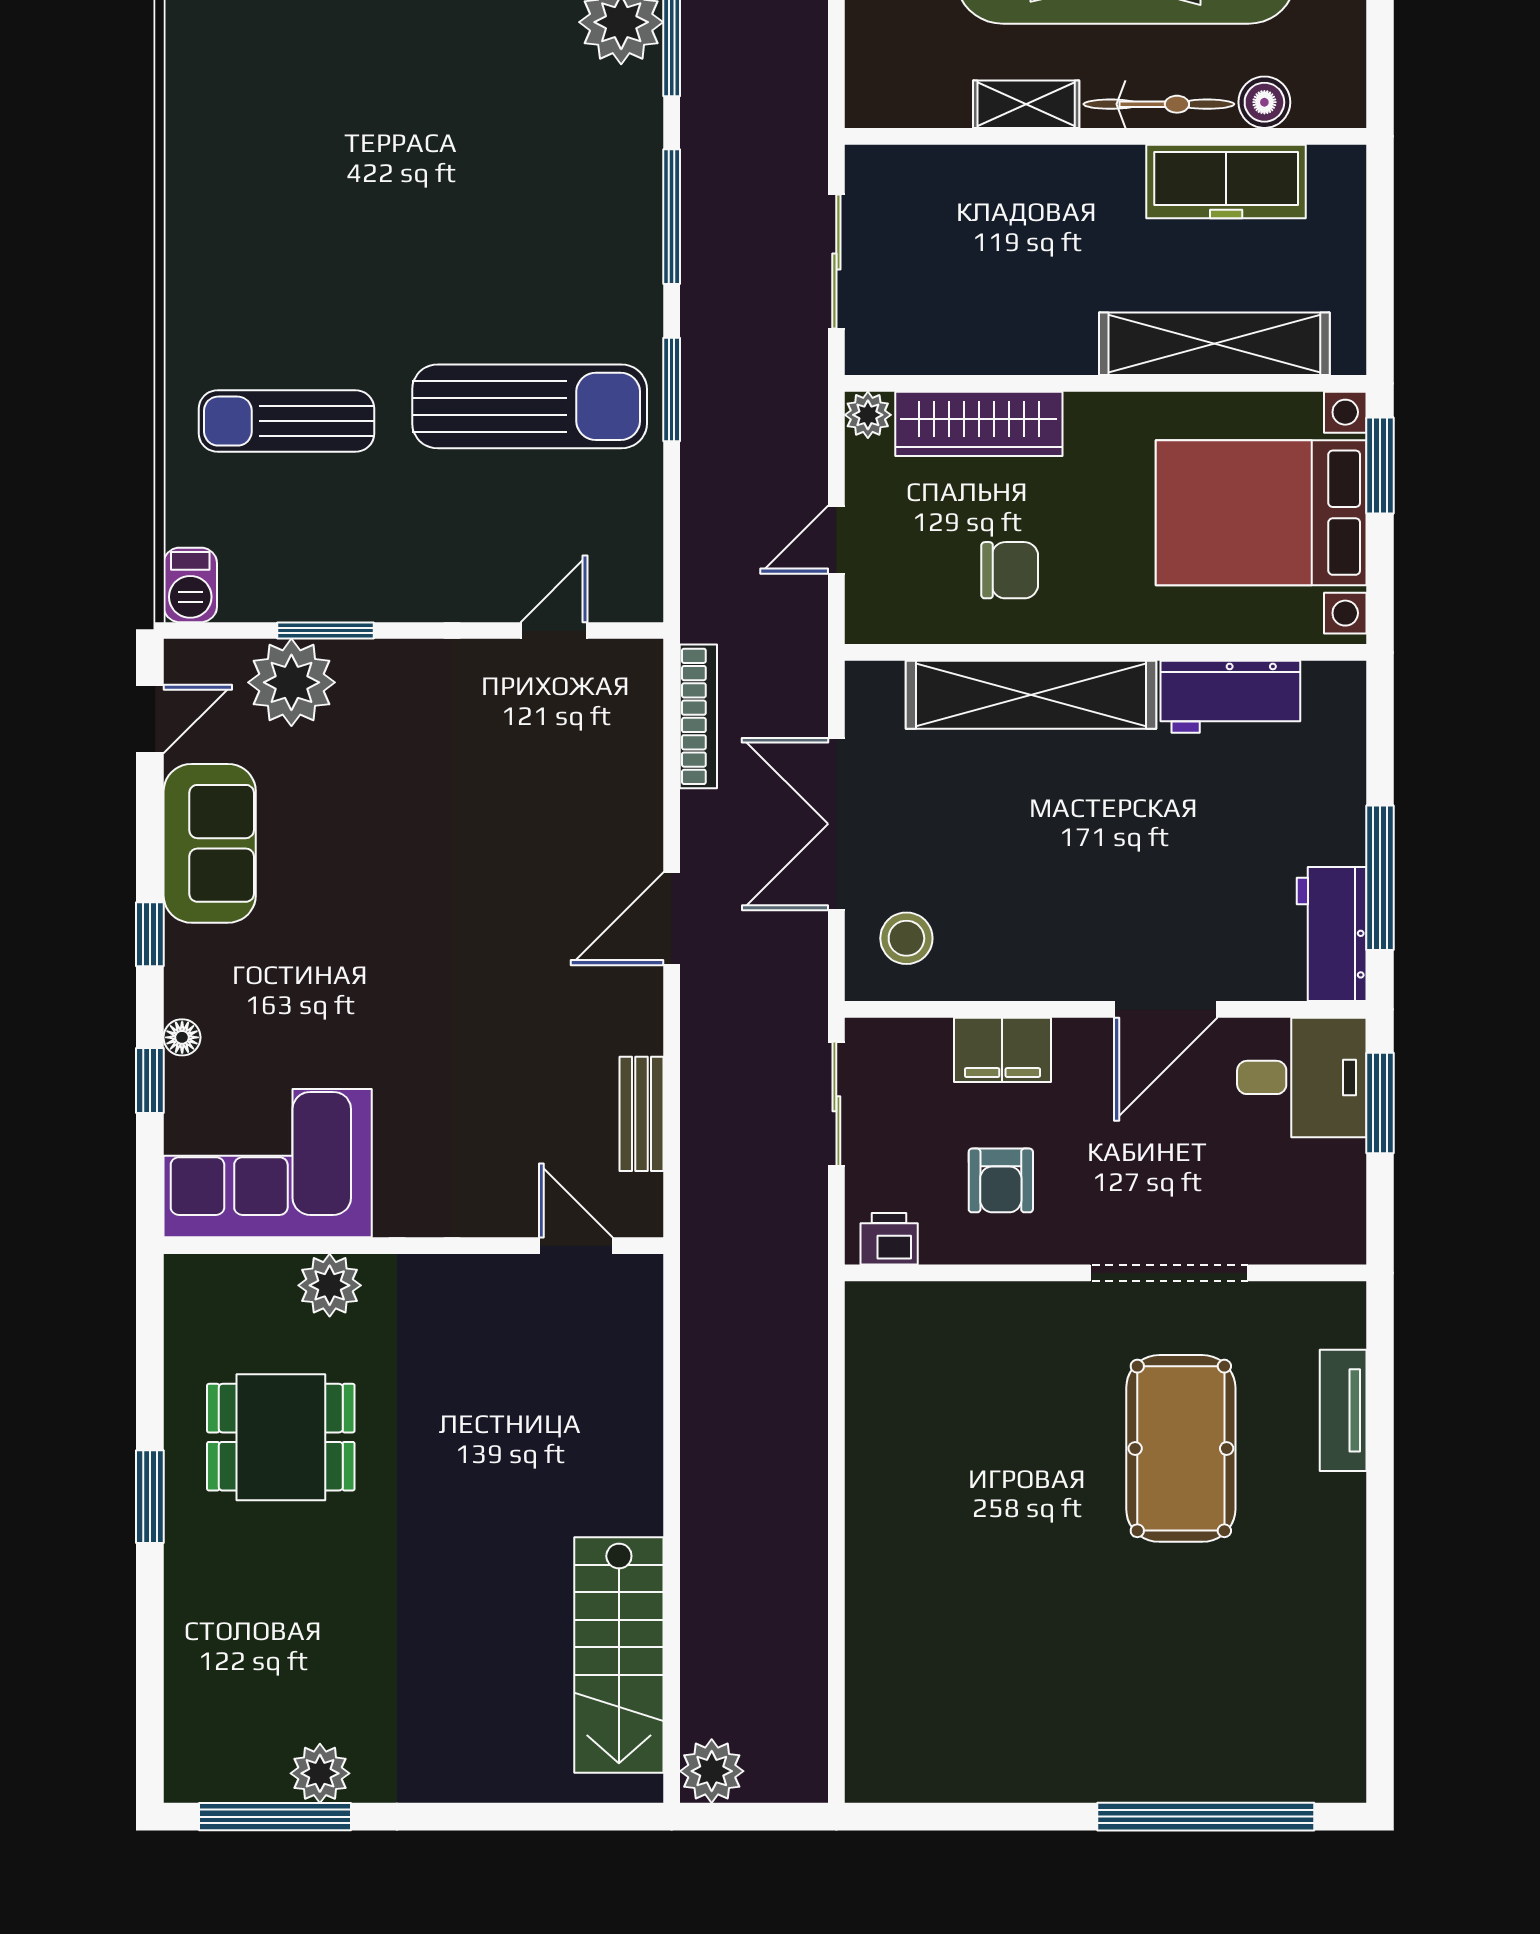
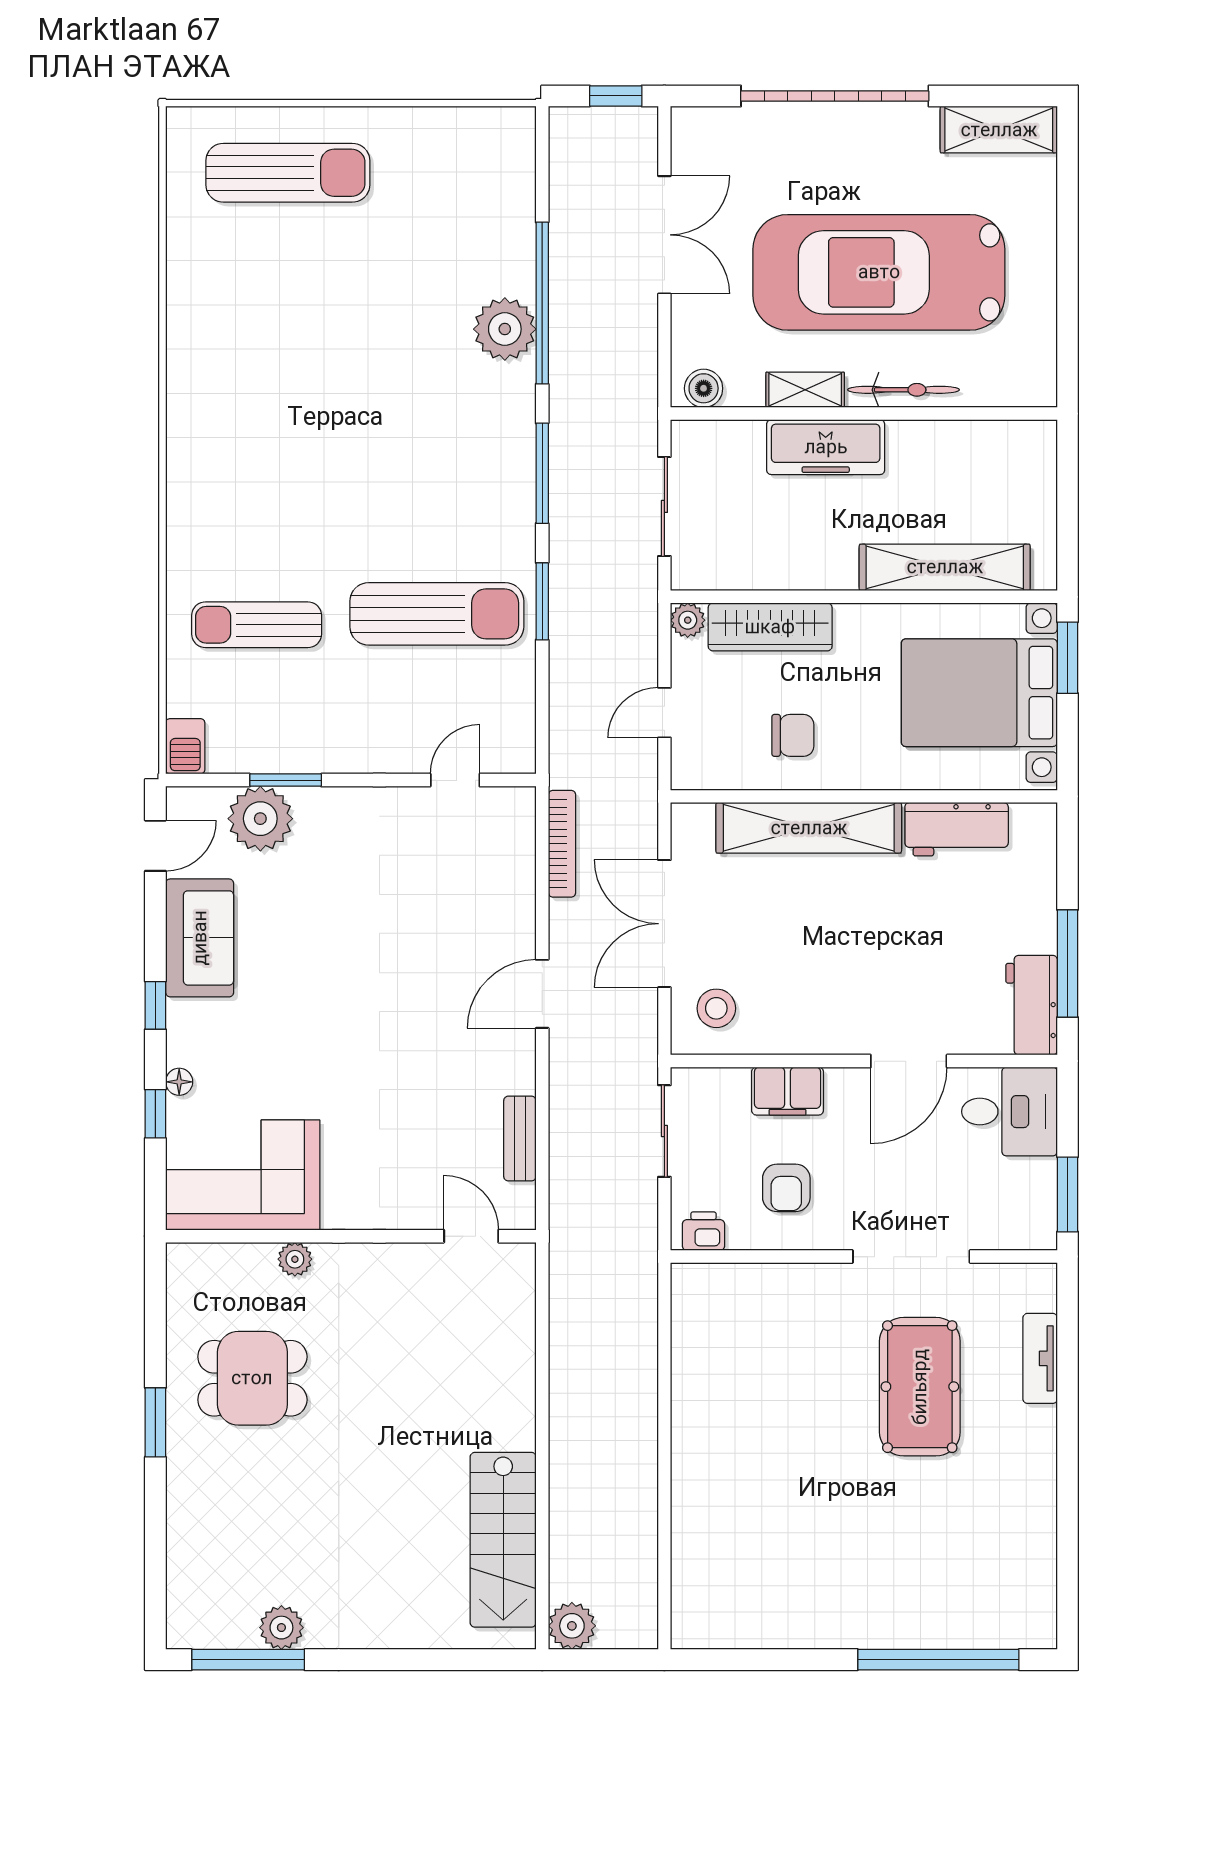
boiler: (1264, 102) -> (704, 388), moved
freezer: (1226, 182) -> (826, 447), moved
window: (1380, 1103) -> (1068, 1194), moved
plant: (330, 1285) -> (295, 1259), width x0.73, depth x0.73

